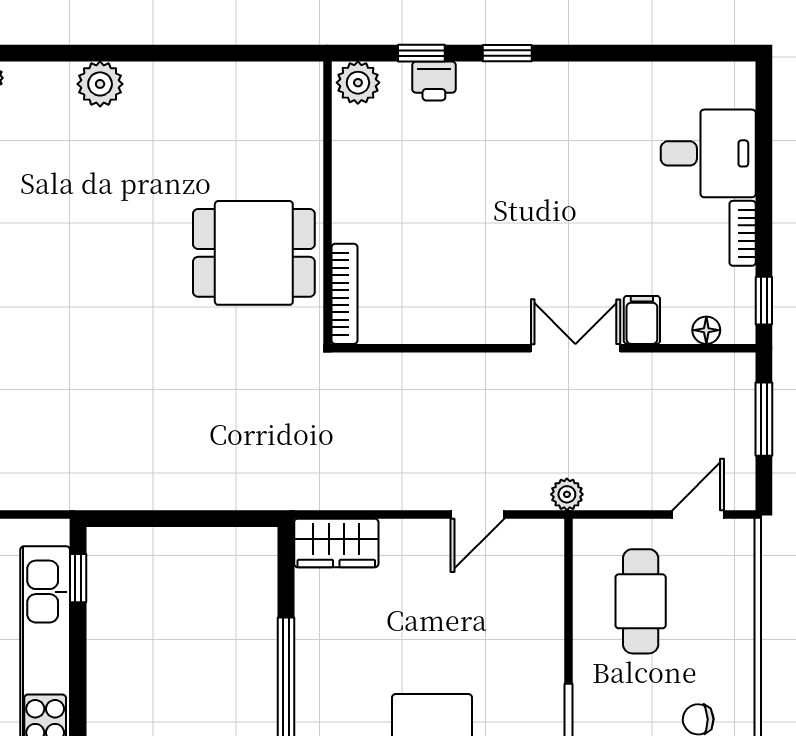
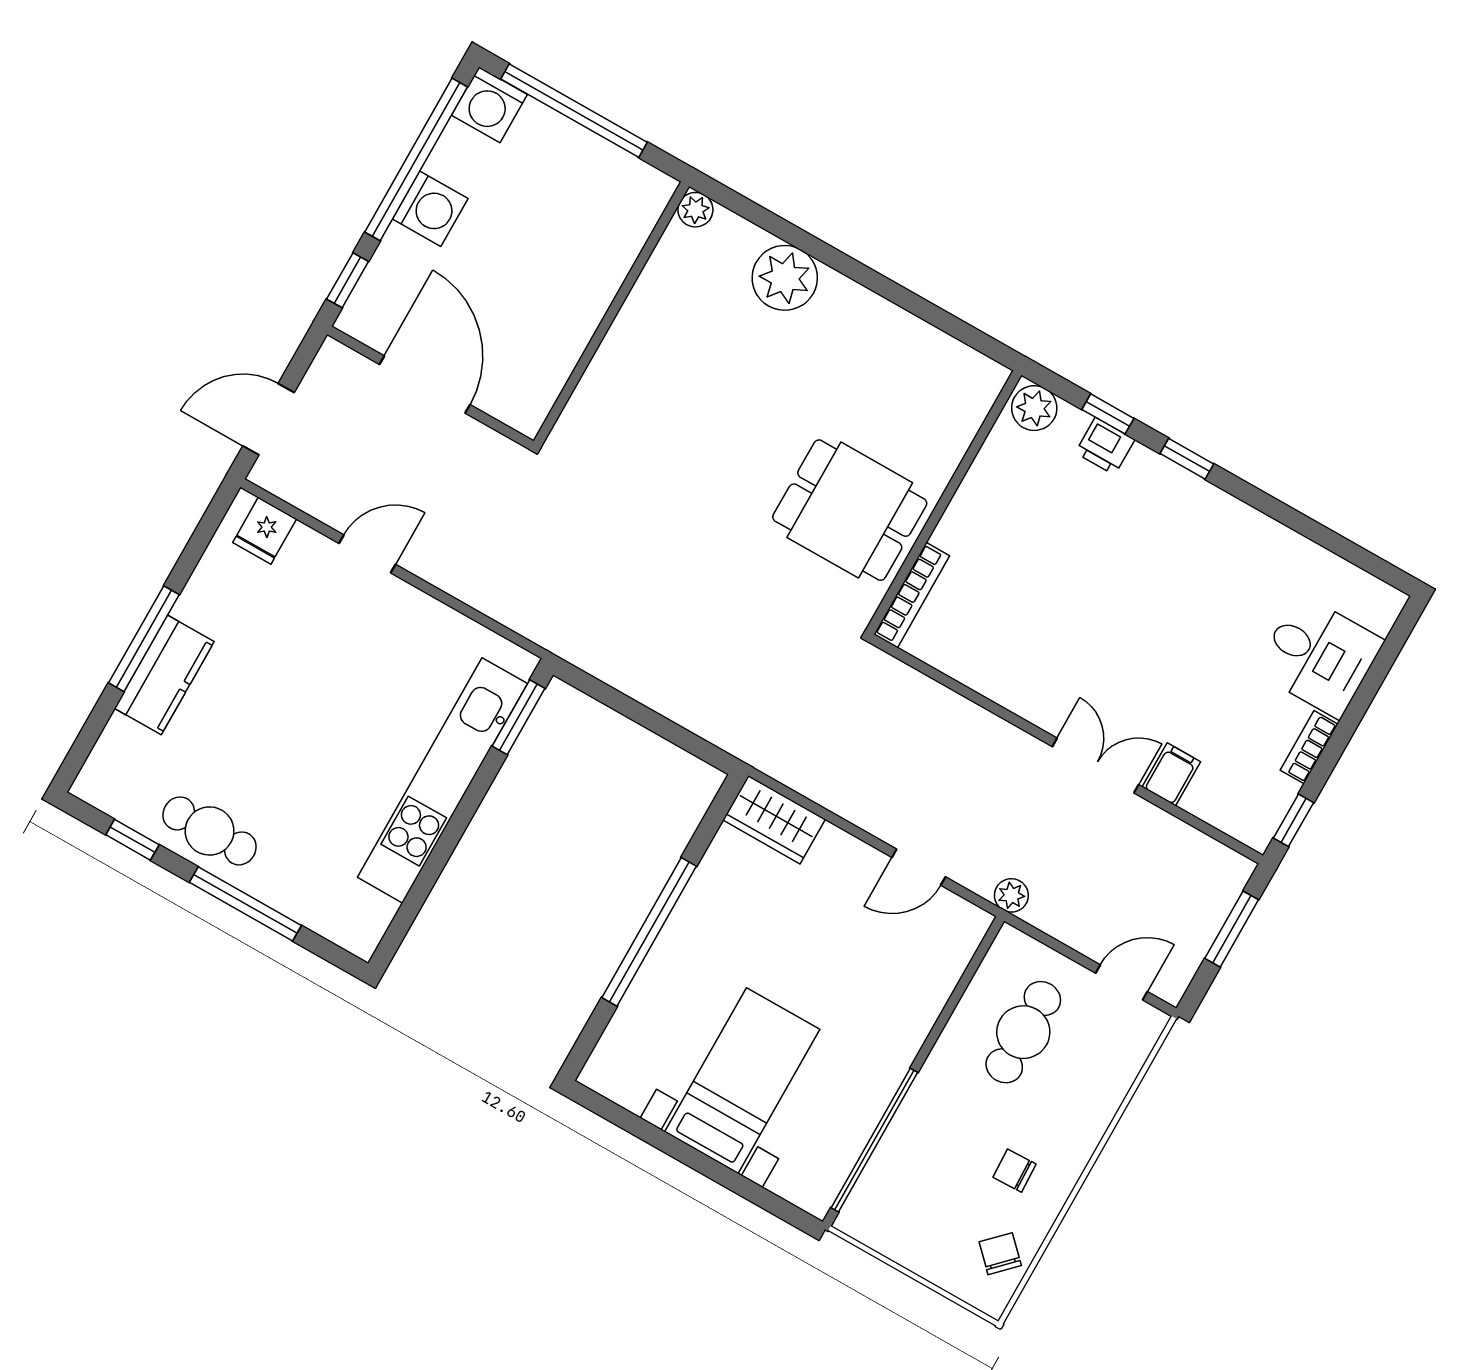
plant: (100, 84) -> (785, 278), width x1.36, depth x1.36
floor lamp: (706, 330) -> (1225, 817), removed
window: (78, 578) -> (518, 717), width x1.50

